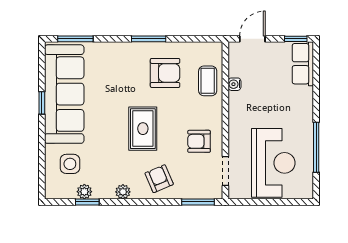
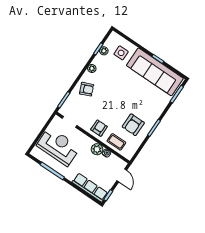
row of seats: (303, 64) -> (90, 188), width x1.48
plant: (238, 102) -> (97, 149), added
rug: (143, 129) -> (115, 97), removed
armchair: (199, 141) -> (99, 128), moved
reception desk: (273, 163) -> (58, 146), turned 180

